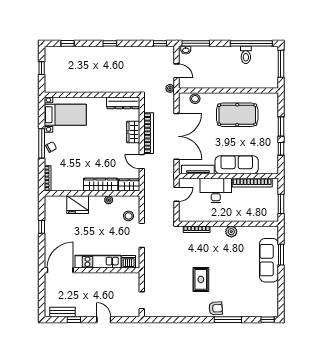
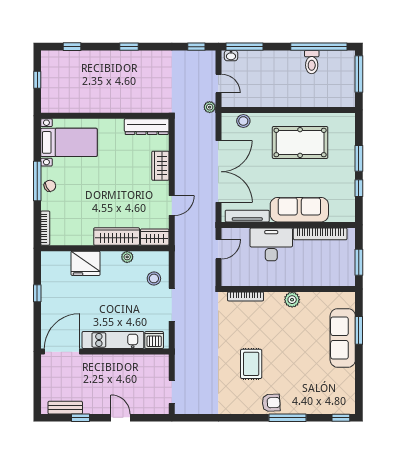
bookcase: (149, 133) -> (181, 167), removed
door: (142, 162) -> (172, 205), swing flipped

